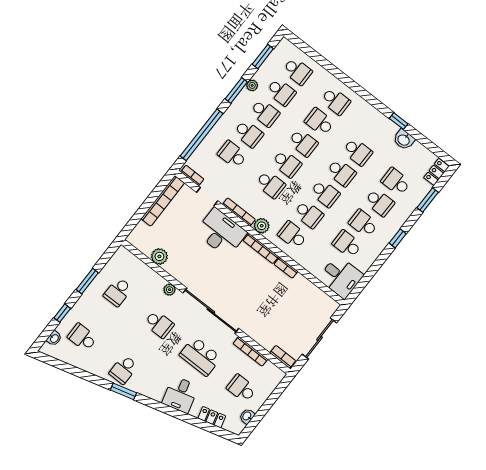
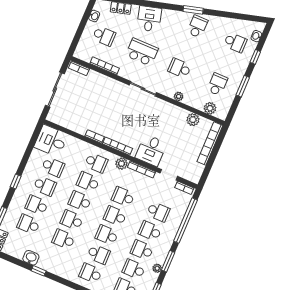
school desk: (396, 182) -> (28, 224), turned 180
bookcase: (163, 201) -> (210, 143), moved
desk: (221, 232) -> (151, 150), width x0.73
plant: (135, 265) -> (210, 108), added
sliding door: (211, 311) -> (143, 89), width x0.54

